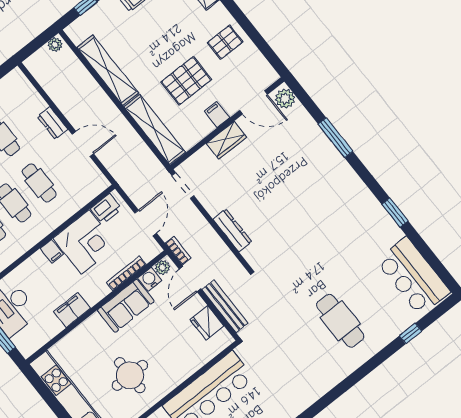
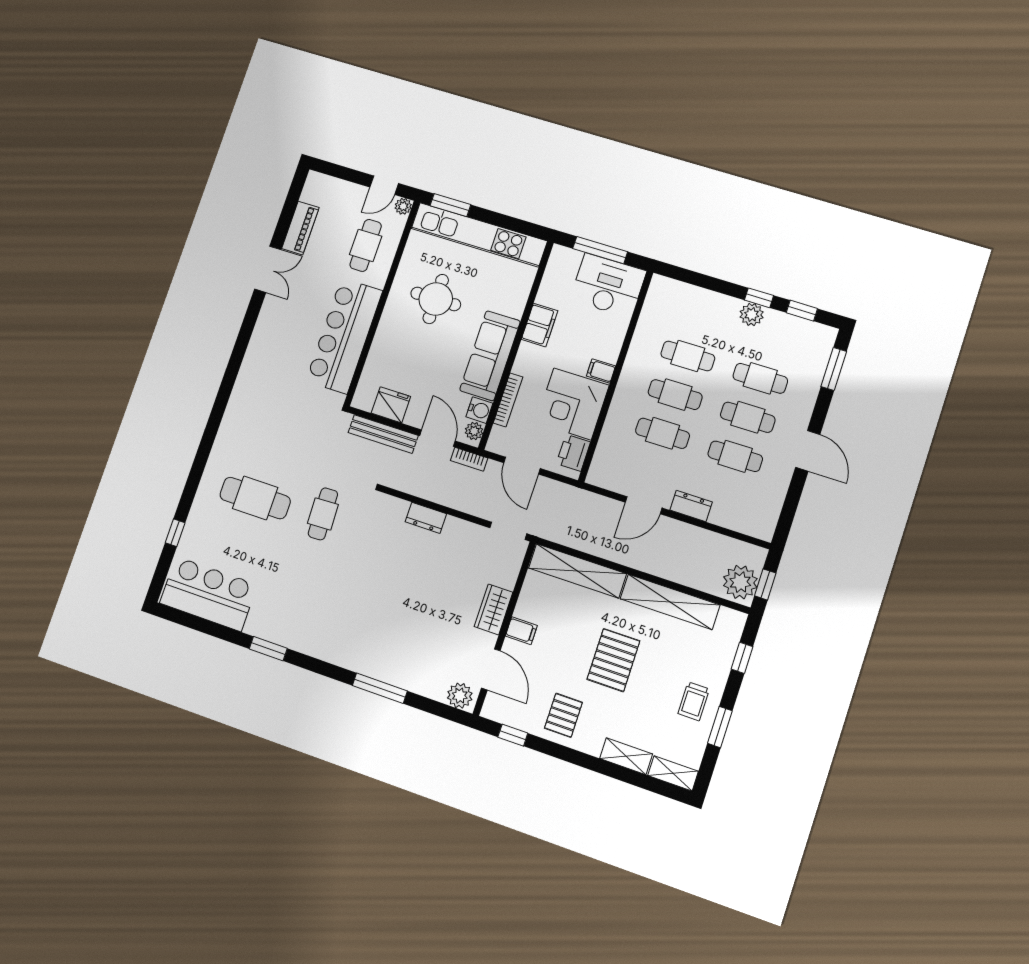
window: (39, 42) -> (765, 584), added
plant: (55, 45) -> (740, 582), width x1.88, depth x1.88
window: (267, 51) -> (513, 735), added
pallet: (186, 81) -> (613, 660), moved
door: (253, 102) -> (491, 669), swing flipped
dresser: (232, 230) -> (426, 518), width x0.70
cafe table: (300, 279) -> (323, 514), added
sofa: (126, 306) -> (490, 356), width x1.36

